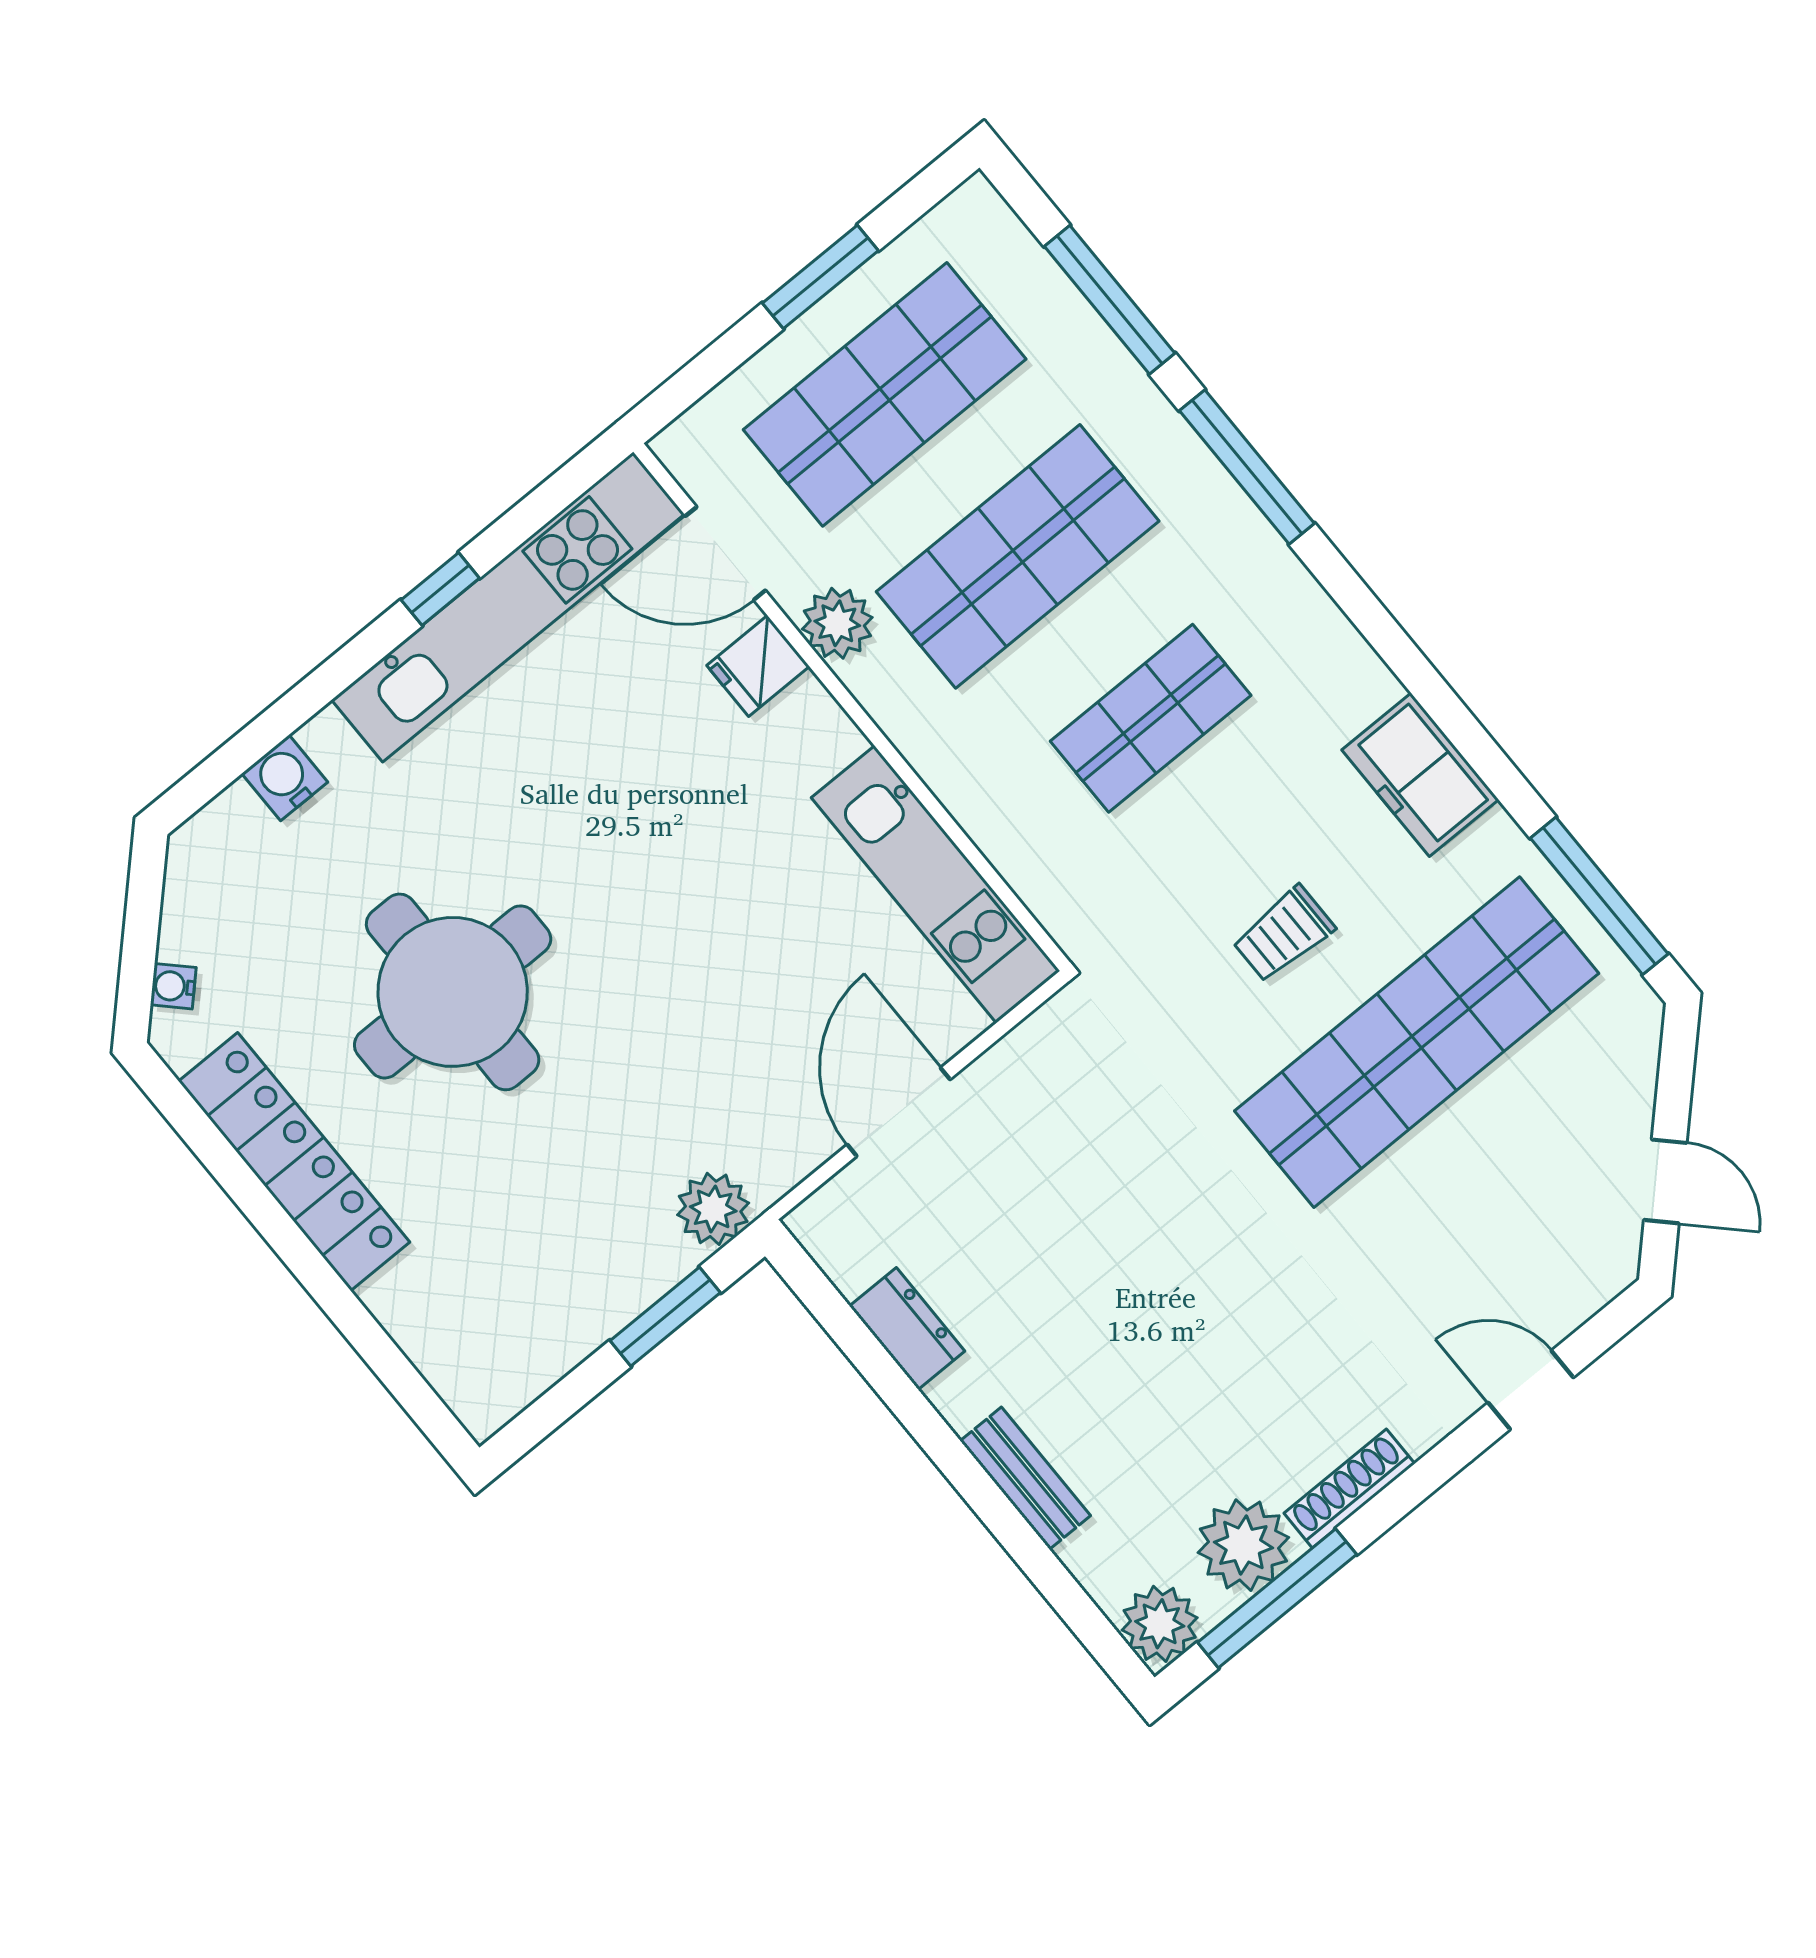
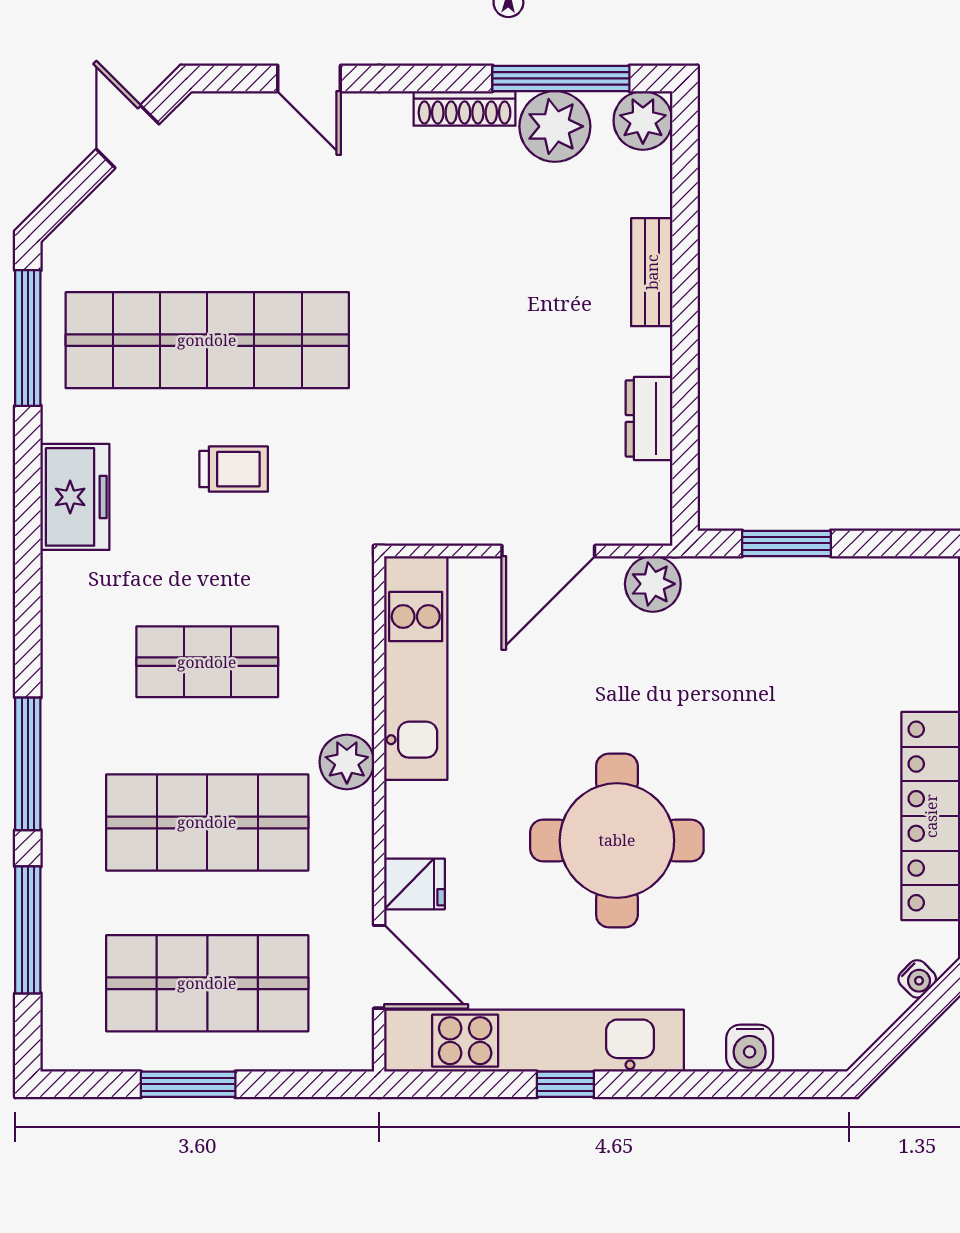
plant: (837, 623) -> (347, 762), moved
round table: (453, 992) -> (617, 840), moved
plant: (713, 1209) -> (653, 584), moved

